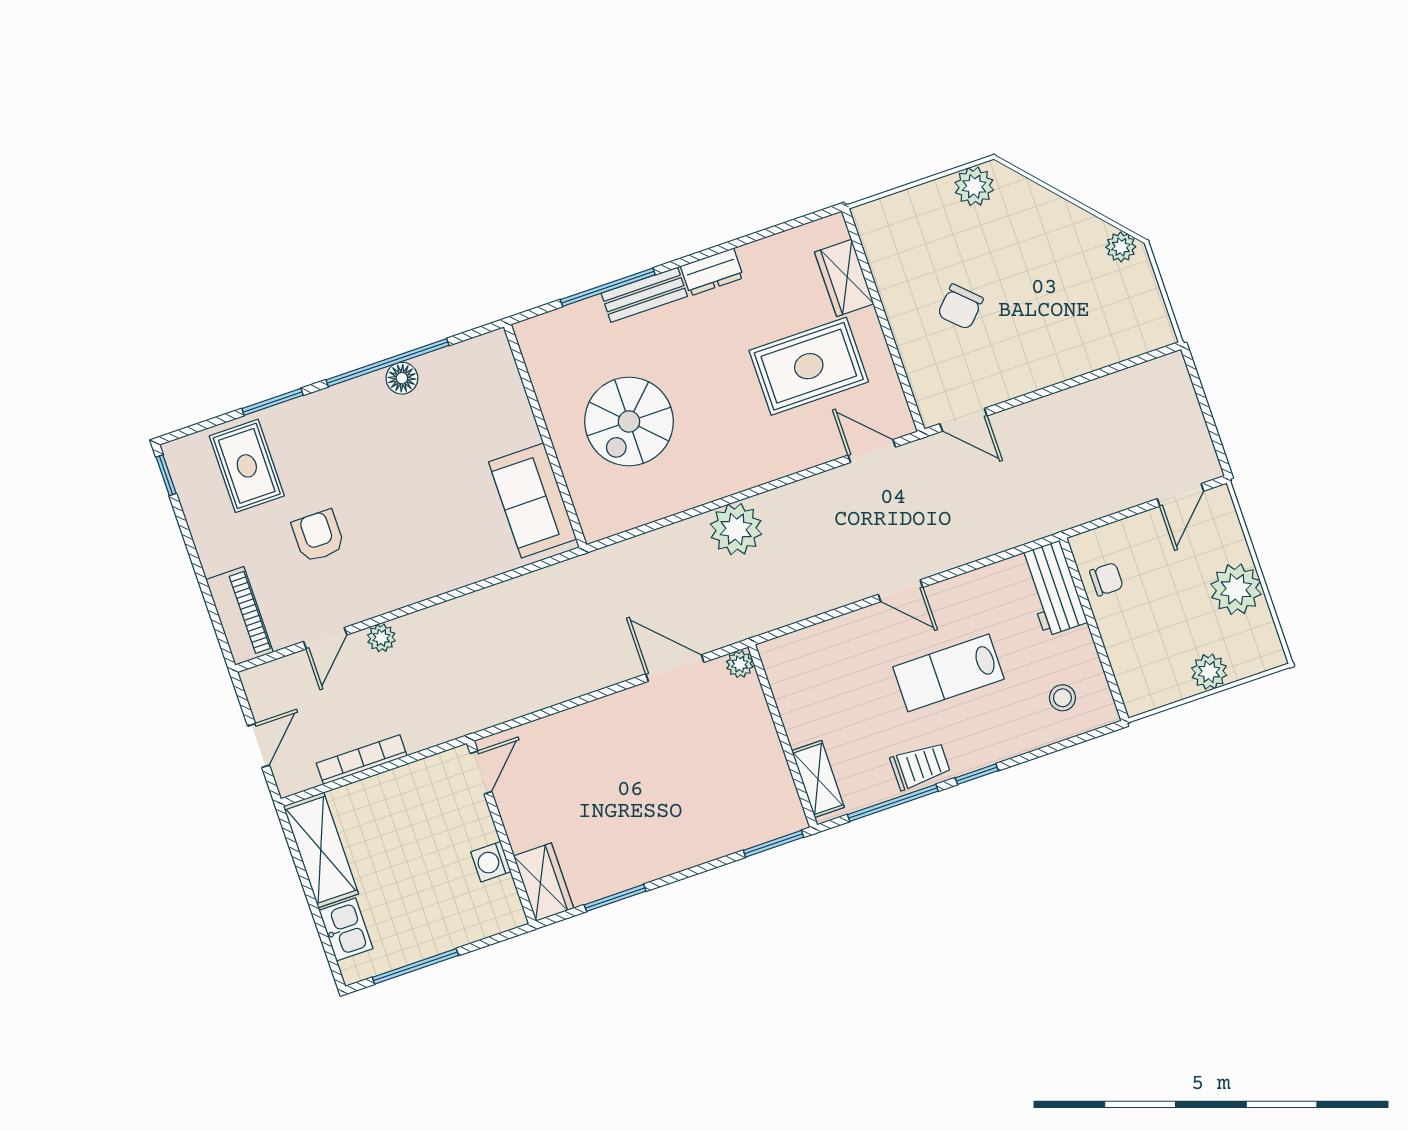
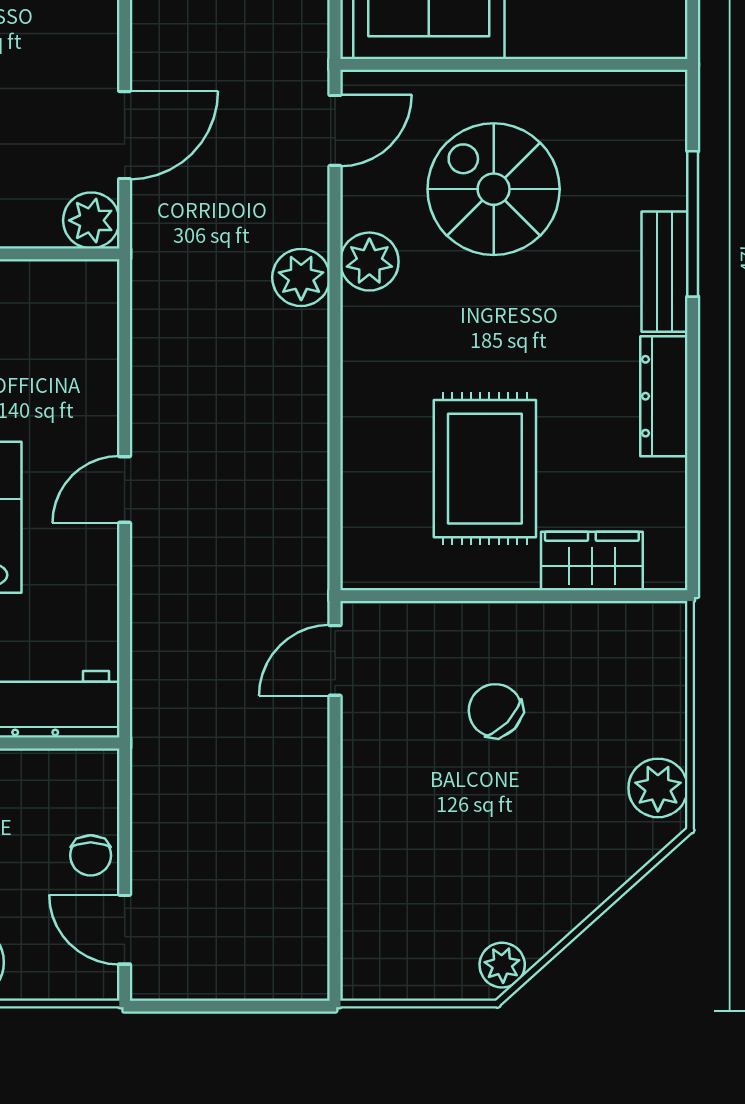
dresser: (712, 272) -> (664, 396), width x1.44
door: (872, 451) -> (335, 130), moved
plant: (702, 485) -> (369, 262), added
plant: (736, 529) -> (301, 277), width x0.73, depth x0.73
chair: (1106, 579) -> (91, 855), moved
plant: (740, 664) -> (91, 220), width x1.38, depth x1.38

